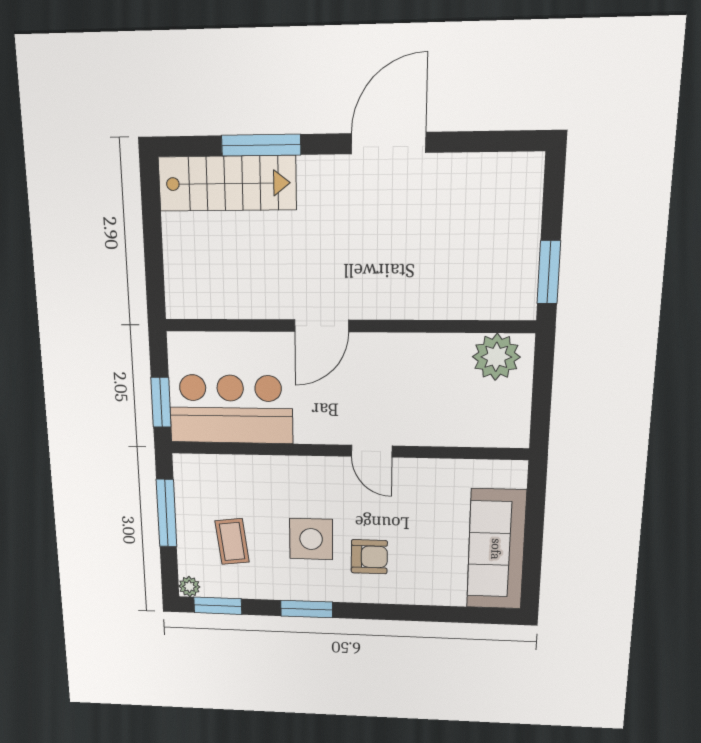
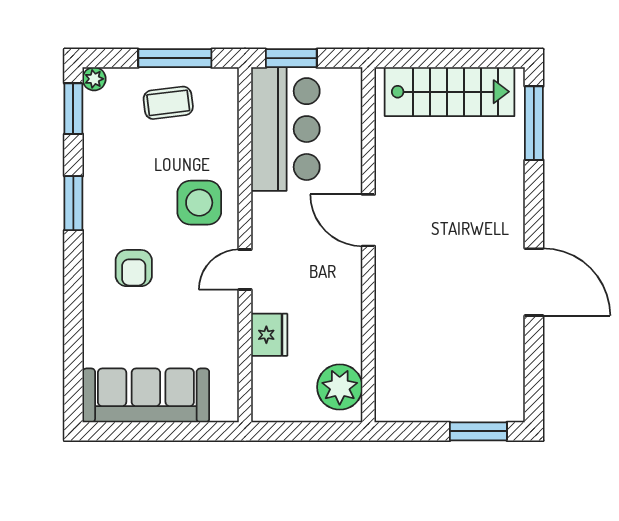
window: (261, 145) -> (534, 123), moved
stairs: (227, 183) -> (450, 92), moved, turned -90
window: (549, 272) -> (478, 431), moved
fridge: (439, 428) -> (269, 335), added
side table: (311, 539) -> (199, 203), moved
coffee table: (232, 541) -> (168, 103), moved

